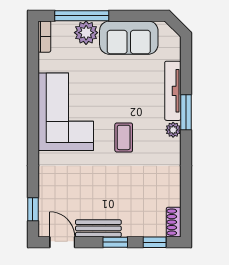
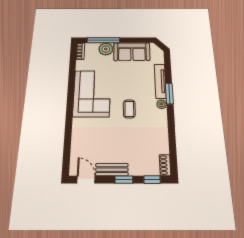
window: (33, 209) -> (67, 156), removed

